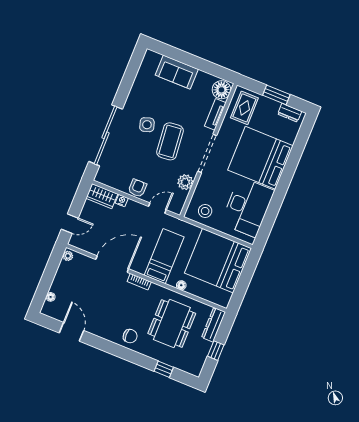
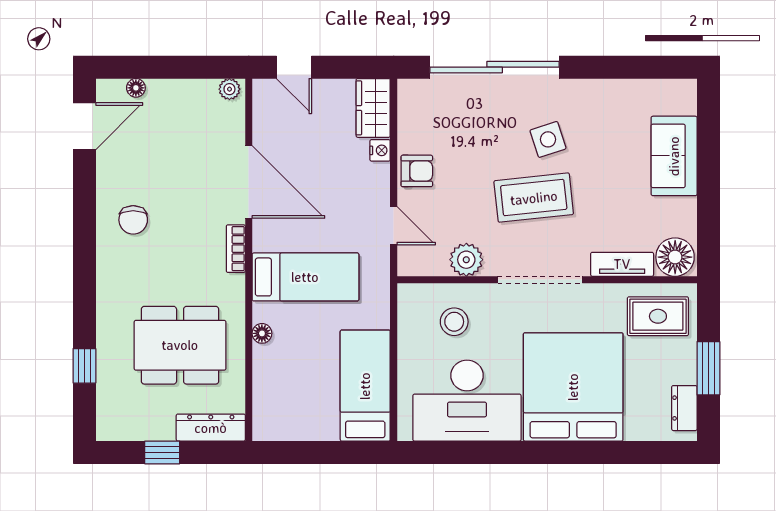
stool: (205, 211) -> (454, 322), moved
bed: (218, 261) -> (365, 386), width x0.49
door: (71, 332) -> (84, 126), moved
chair: (130, 336) -> (133, 220), moved

